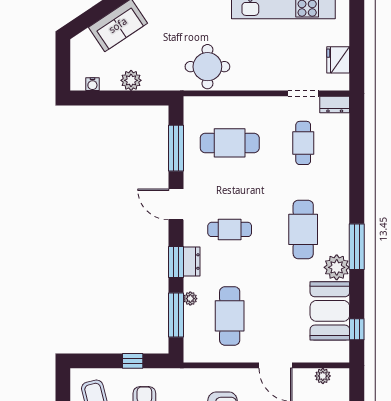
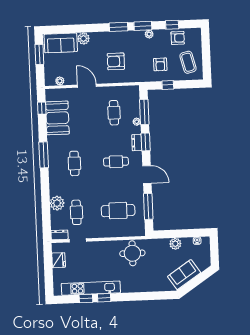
cafe table: (303, 229) -> (74, 163), width x0.73, depth x0.74
plant: (337, 267) -> (57, 203), moved
cafe table: (230, 316) -> (114, 113), width x0.73, depth x0.74

